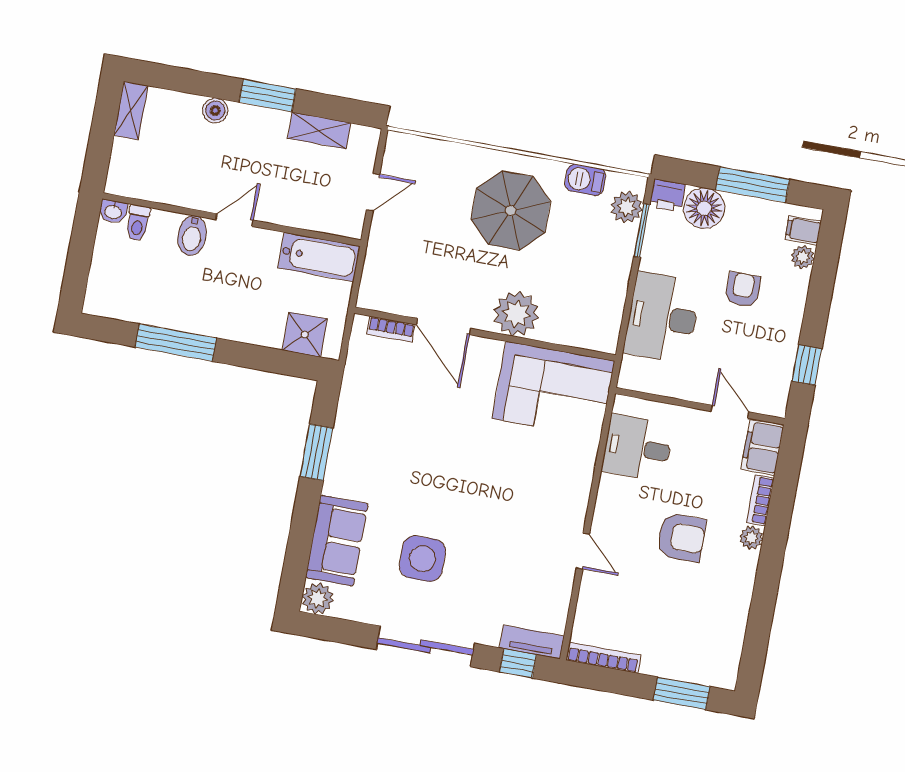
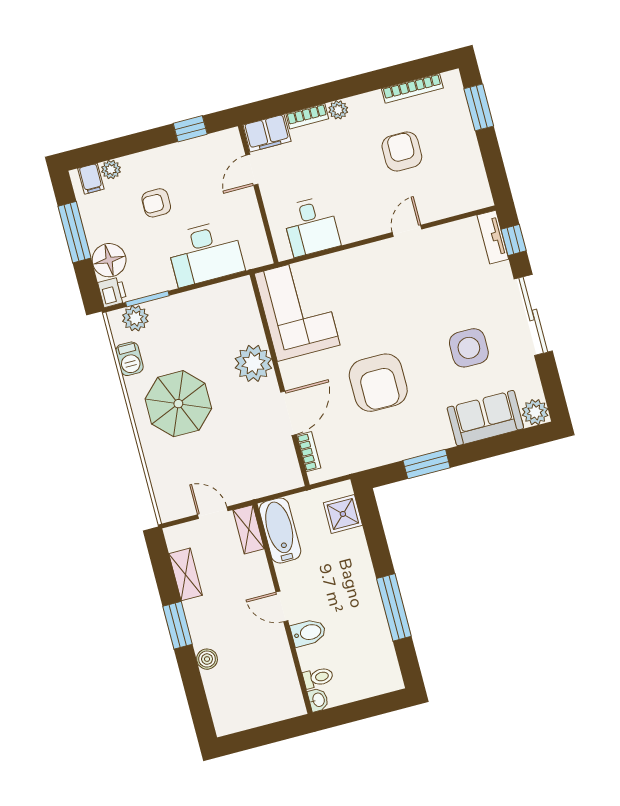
shelving: (131, 111) -> (249, 529), moved, turned 90
armchair: (431, 441) -> (378, 383), added
armchair: (681, 537) -> (402, 151), moved
bookcase: (603, 658) -> (412, 88), moved, turned -90

